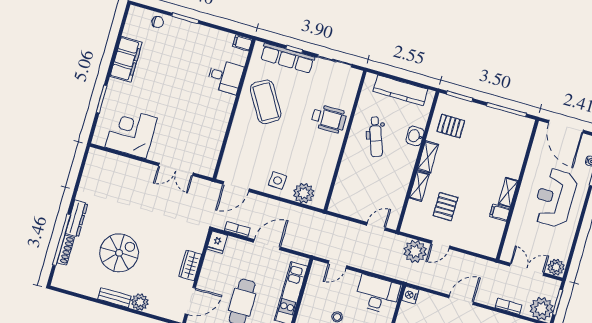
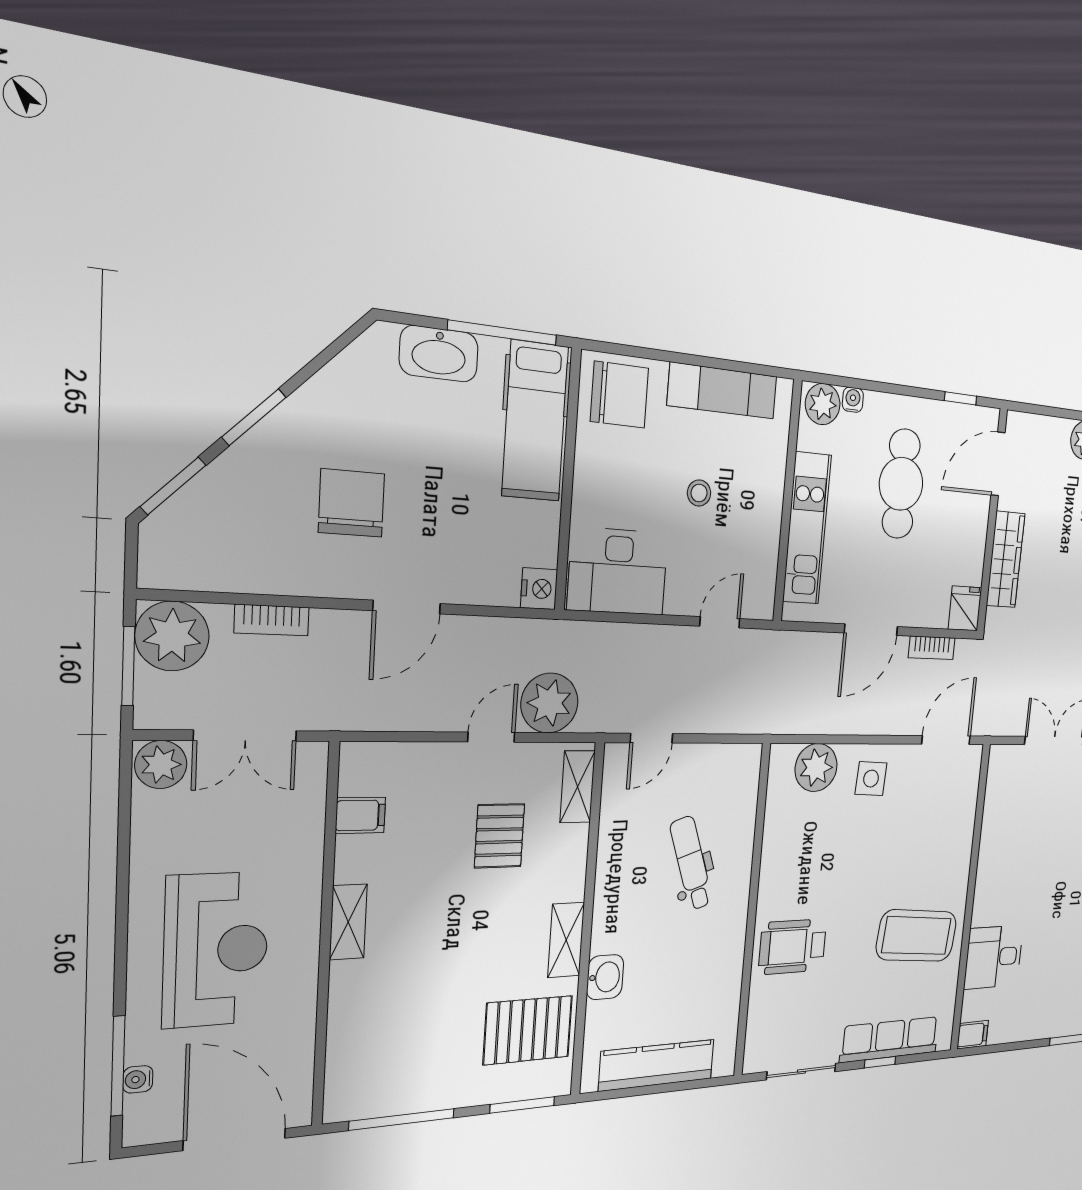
coffee table: (266, 102) -> (916, 936), turned -54
pallet: (451, 126) -> (528, 1030), width x1.50, depth x1.42
dental chair: (376, 137) -> (691, 863), moved
shelving: (419, 186) -> (578, 787), moved
filing cabinet: (500, 213) -> (360, 815), moved
wardrobe: (190, 265) -> (1006, 560), width x1.50

